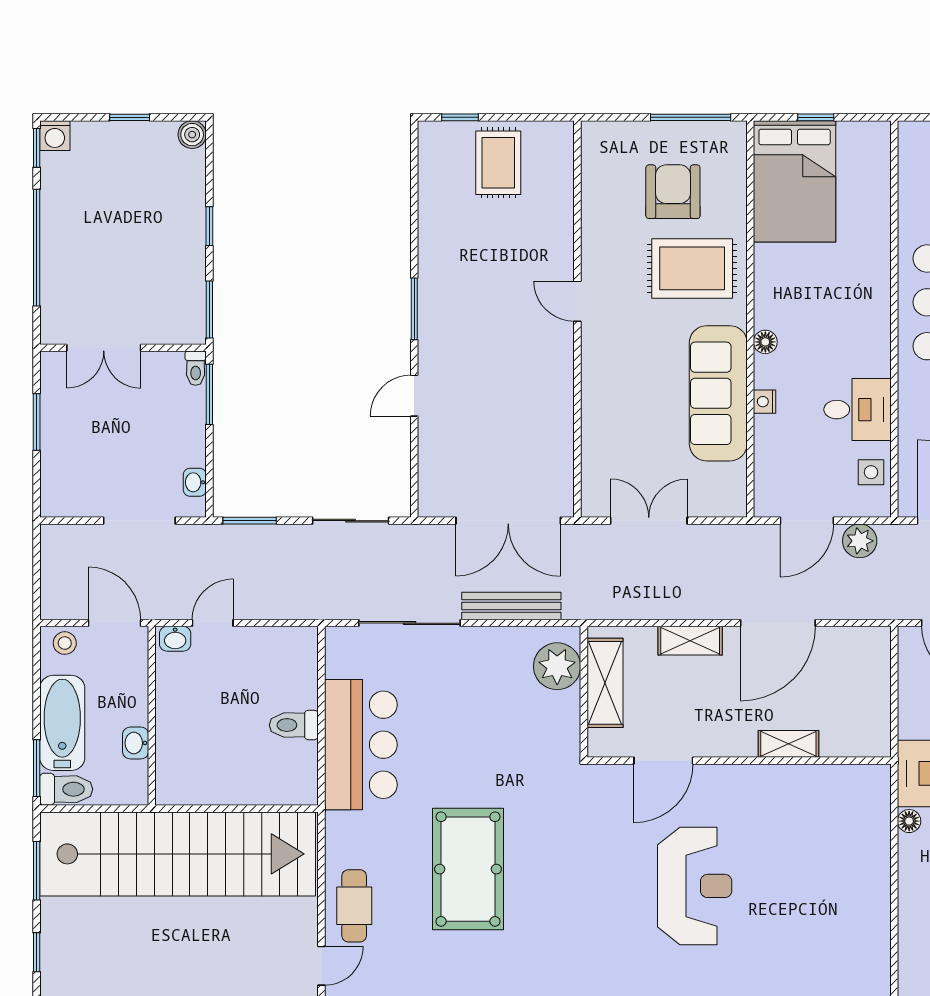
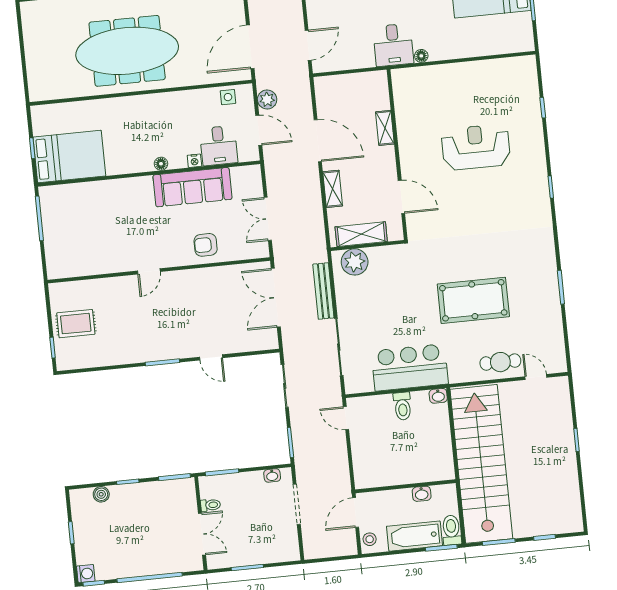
boiler: (192, 135) -> (101, 494), moved
armchair: (673, 192) -> (206, 245), moved, width x0.72, depth x0.72
rug: (692, 268) -> (124, 209), removed
toilet: (196, 368) -> (211, 505), moved
desk: (857, 410) -> (219, 146), moved, turned 180
double door: (508, 521) -> (276, 298), swing flipped
door: (213, 623) -> (346, 418), moved
washbasin: (175, 639) -> (438, 396), moved, turned 90
reception desk: (695, 886) -> (476, 147), moved

